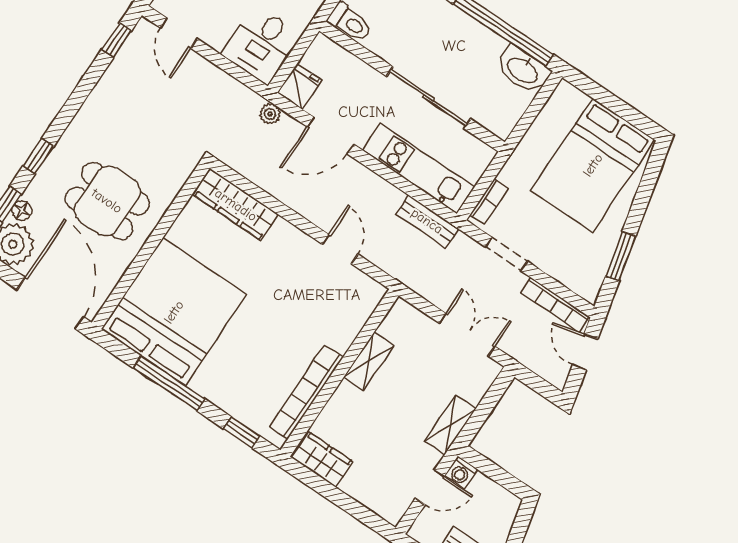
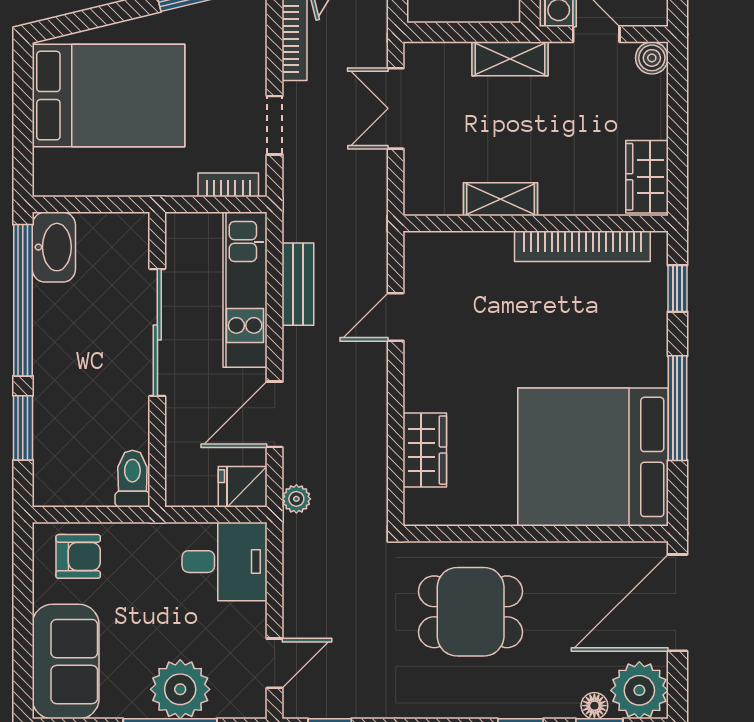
door: (330, 135) -> (275, 414), swing flipped
dining table: (107, 201) -> (471, 612), moved, turned 90
wardrobe: (236, 205) -> (425, 450), width x0.67
bench: (427, 221) -> (298, 284), moved
boiler: (393, 511) -> (652, 58), added

